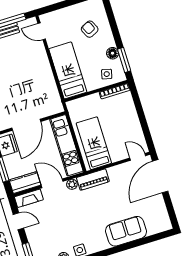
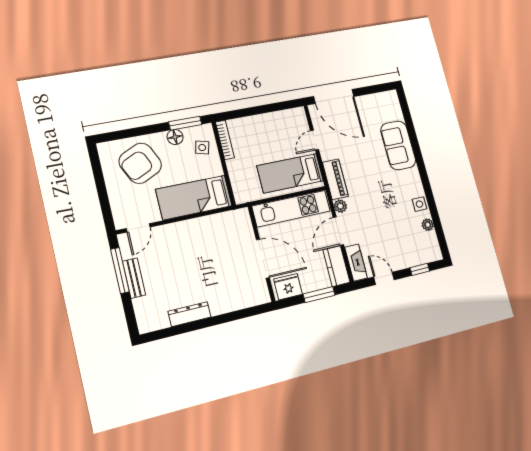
armchair: (90, 29) -> (140, 163), width x1.88, depth x1.88
door: (138, 157) -> (315, 140), moved
door: (18, 221) -> (384, 278), hinge flipped

